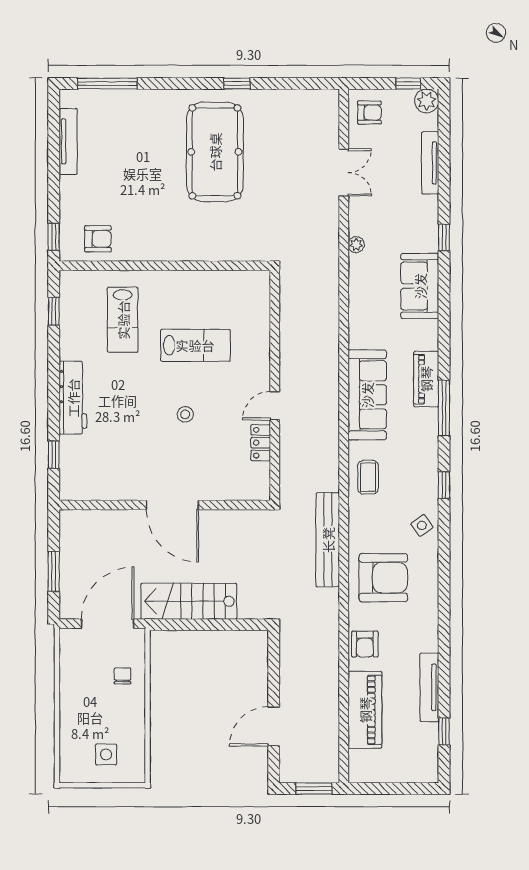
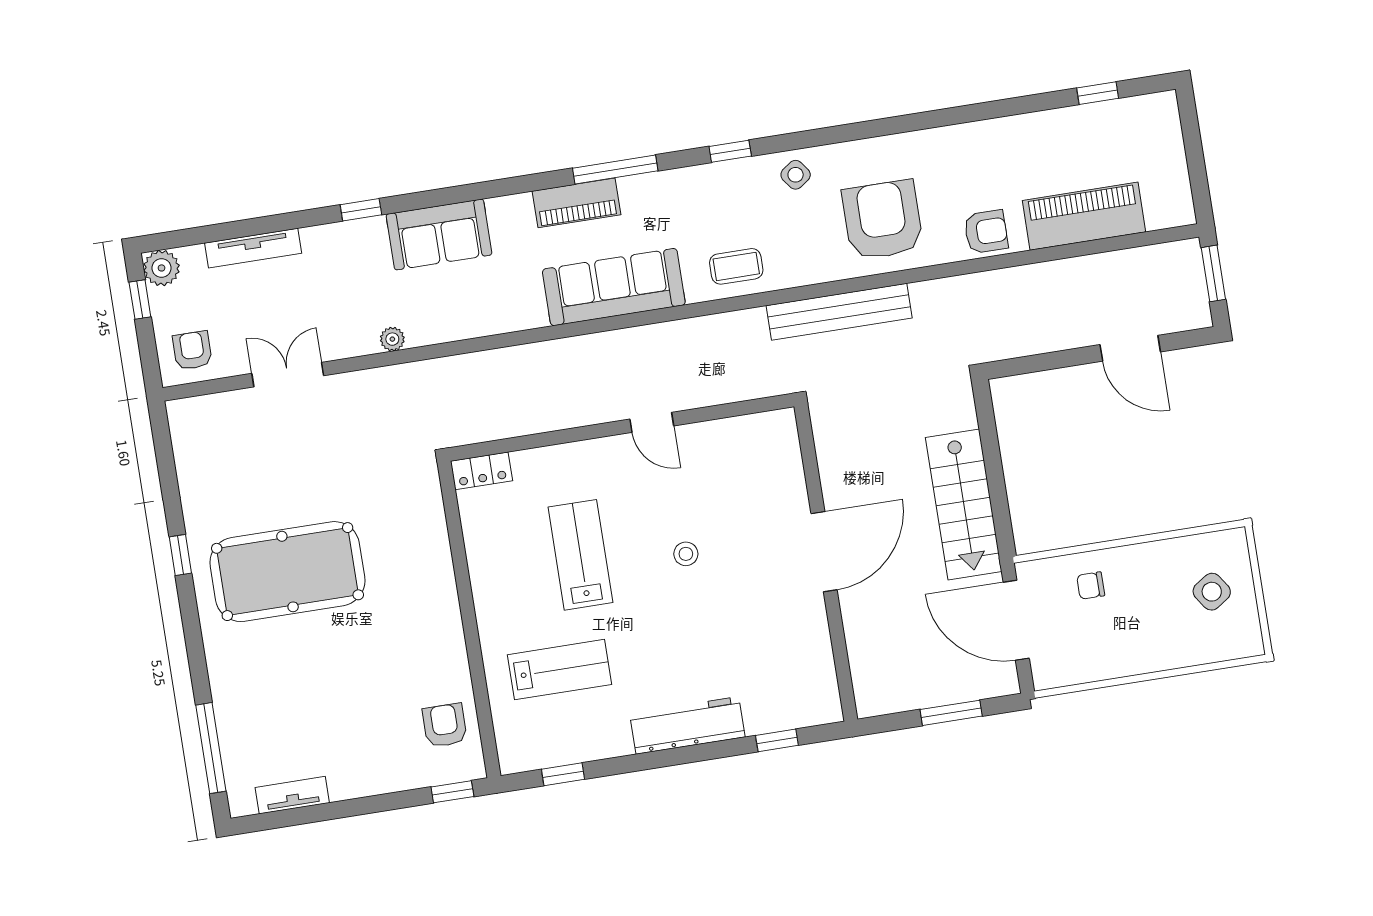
tv unit: (68, 141) -> (292, 795), width x0.71
locker: (261, 443) -> (482, 471), moved
tv unit: (429, 687) -> (1035, 125), removed
side table: (106, 754) -> (1212, 592), turned -34

